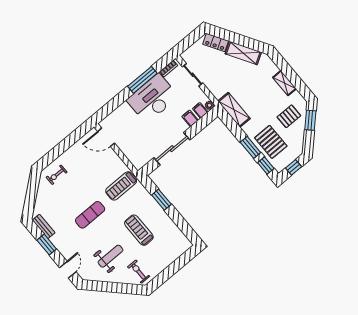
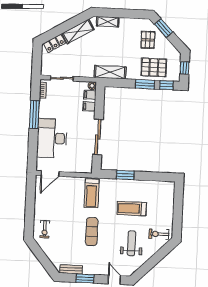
shelving: (284, 83) -> (108, 22), moved
desk: (153, 98) -> (52, 138), moved

